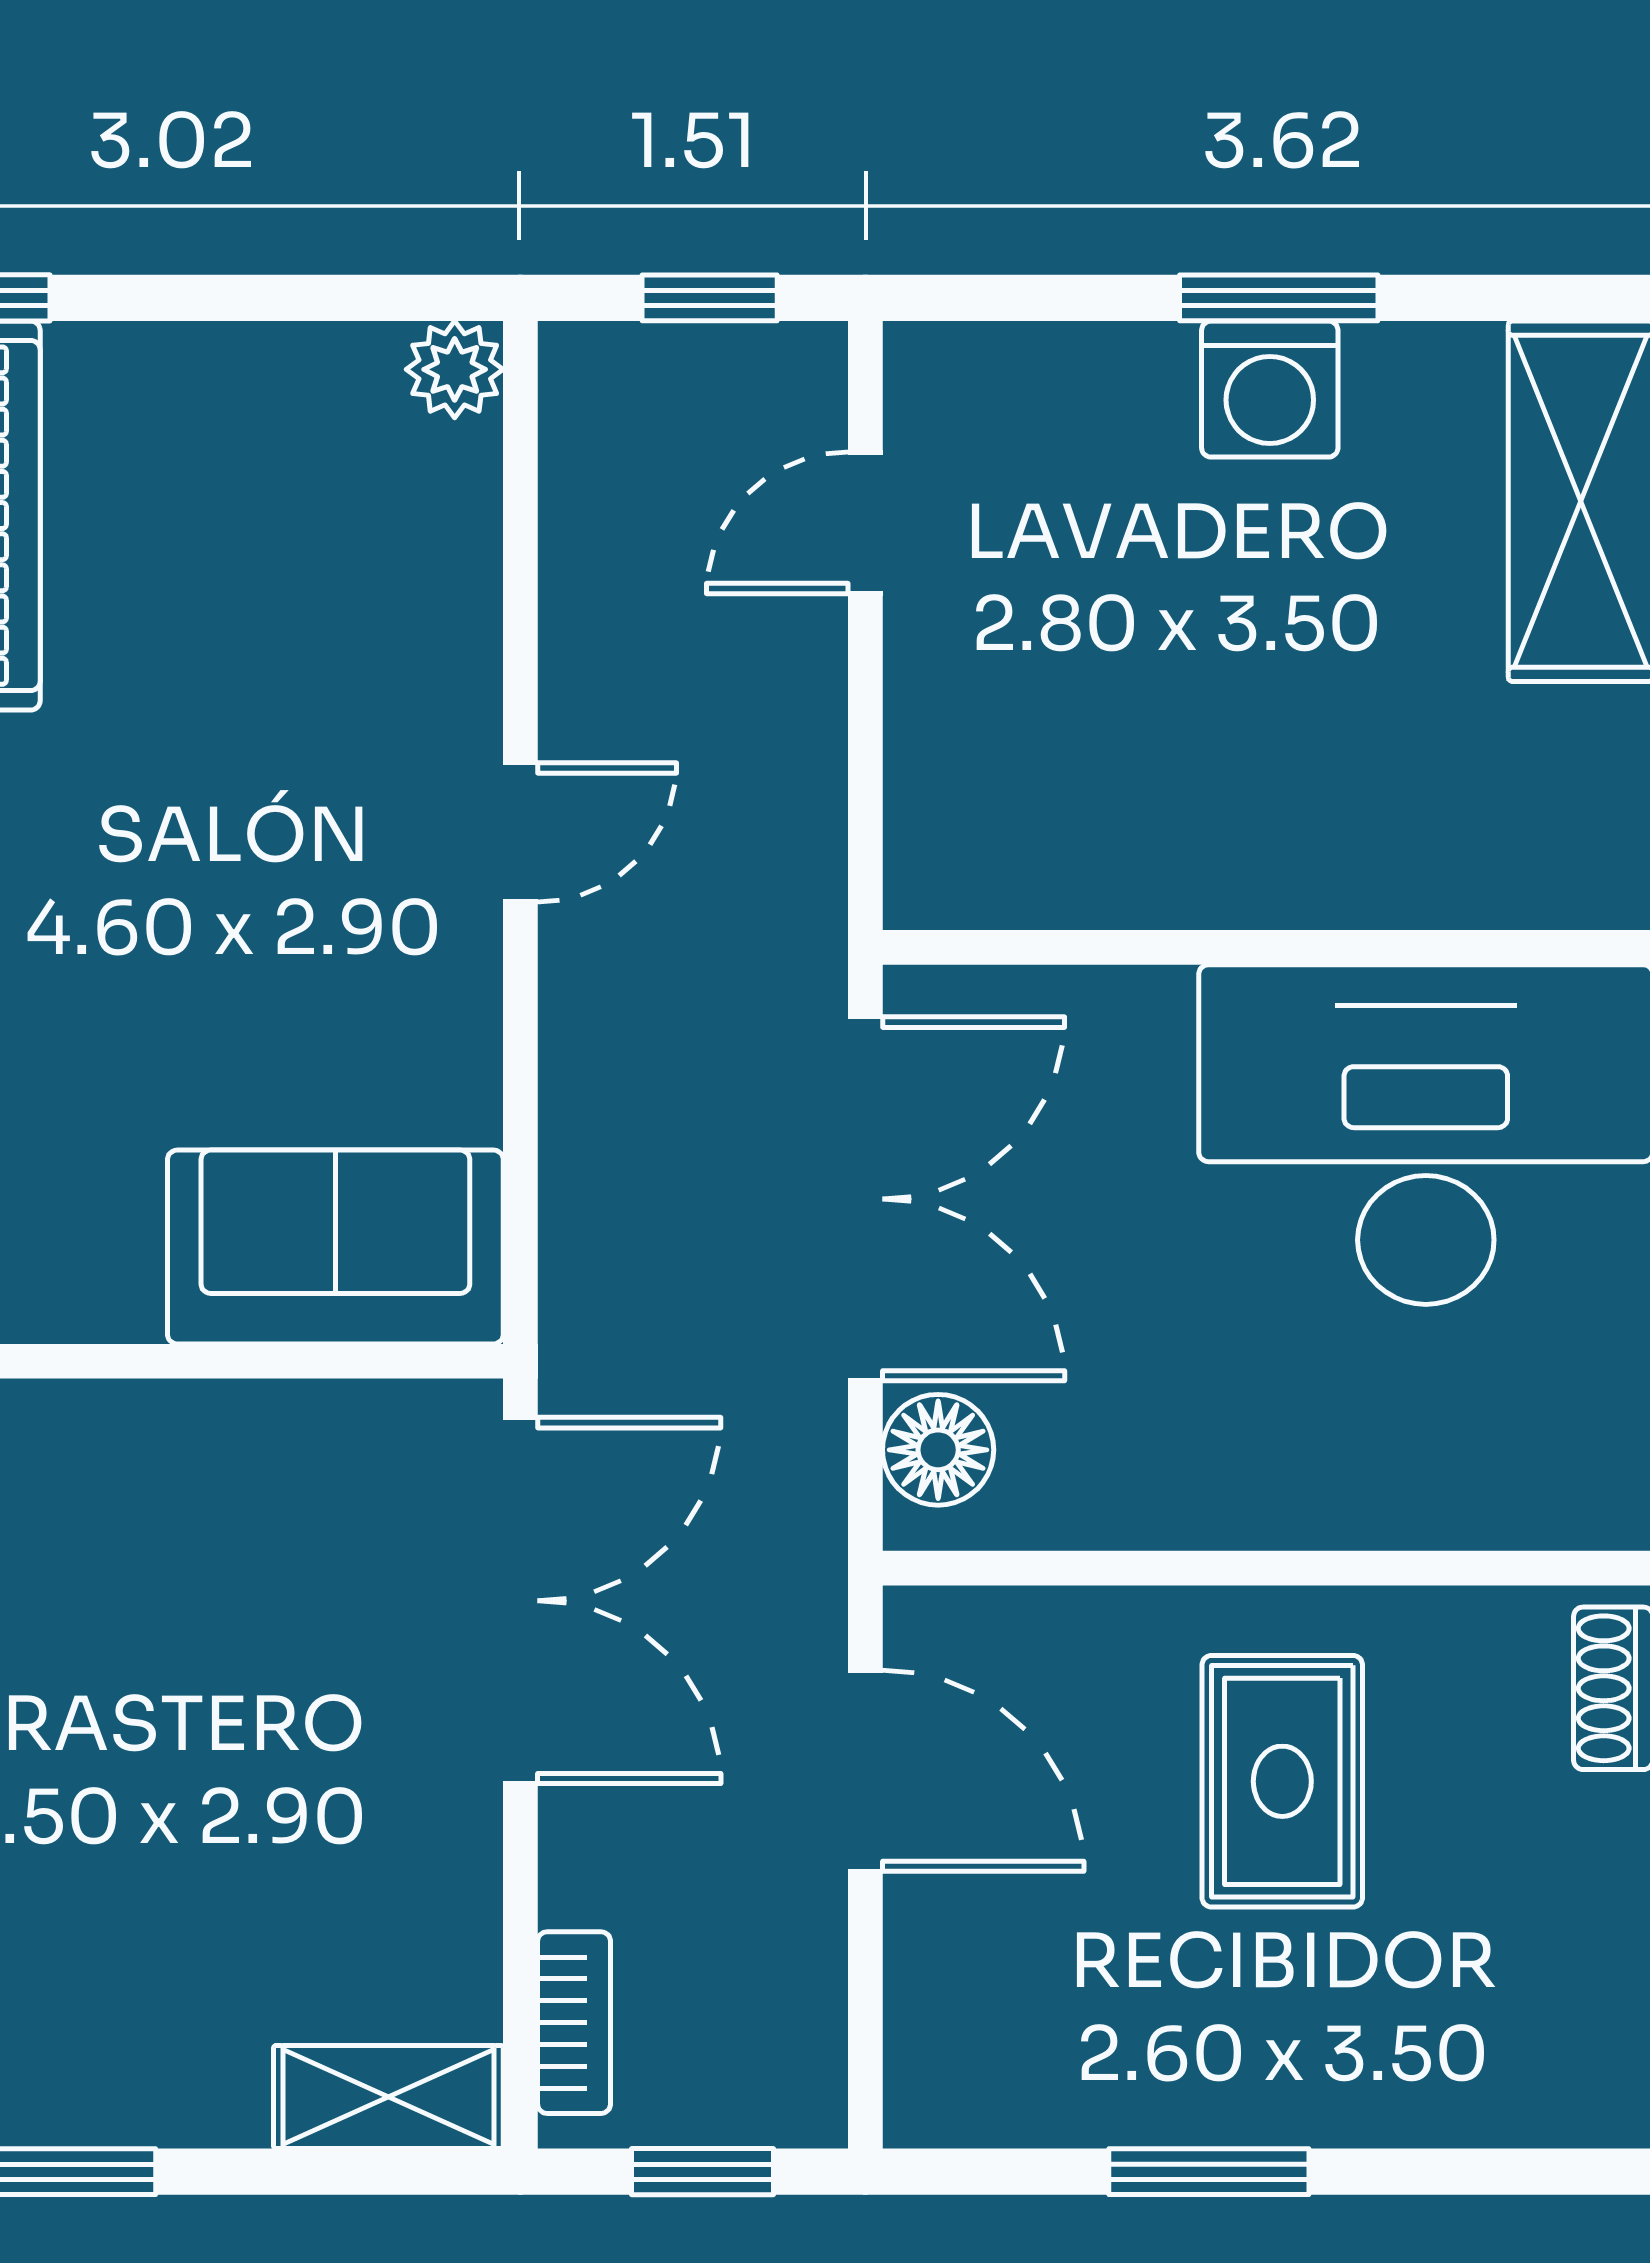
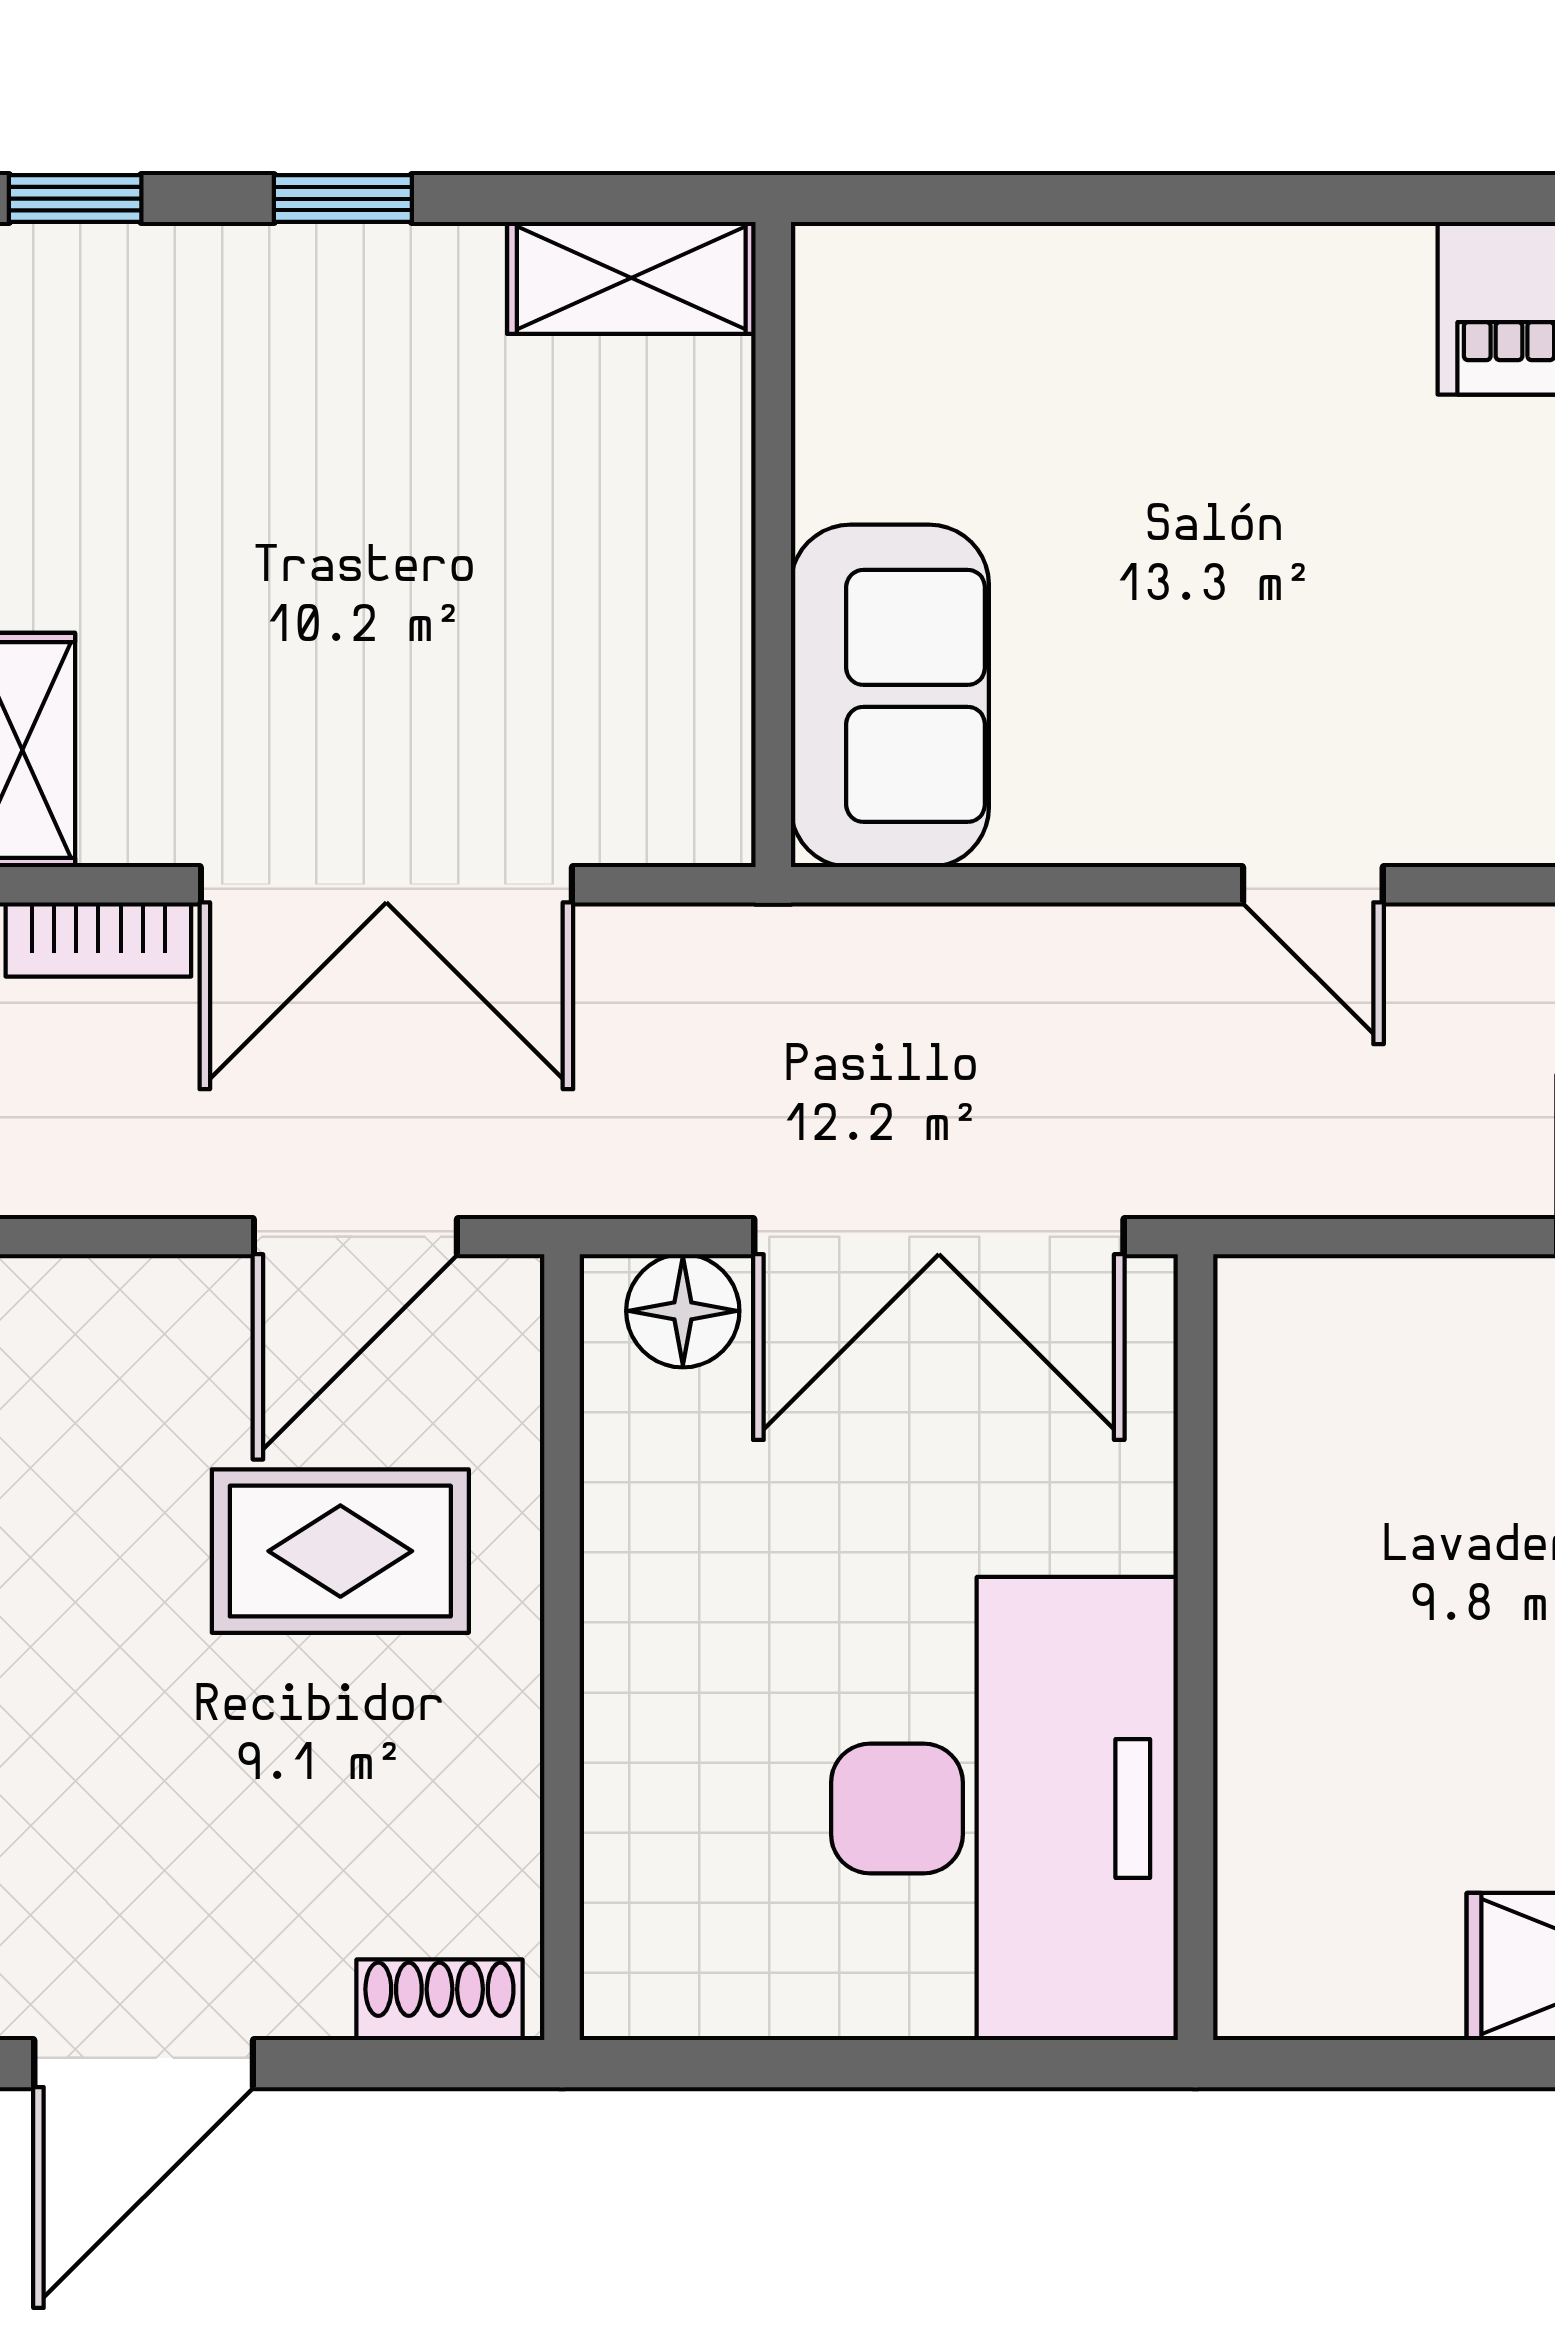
double door: (520, 1601) -> (386, 885), moved
rug: (1282, 1781) -> (340, 1551), moved

